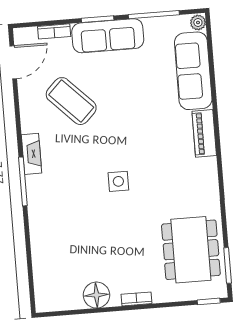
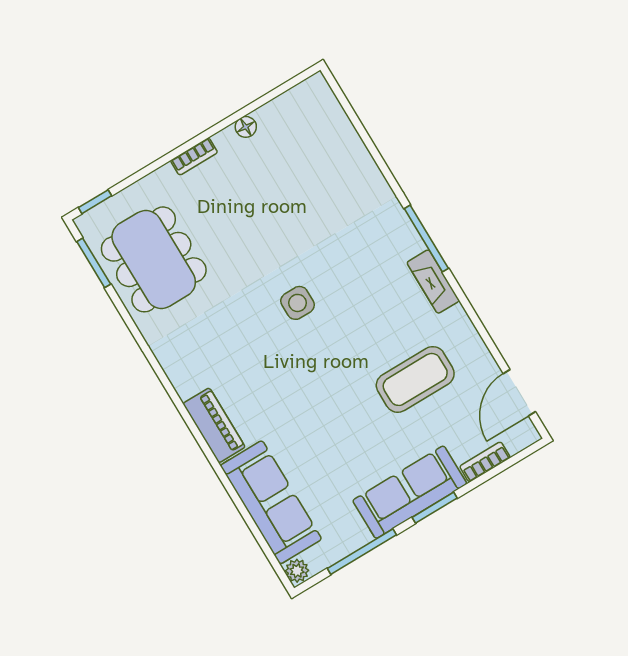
coffee table: (71, 101) -> (415, 379), turned -45
floor lamp: (96, 295) -> (246, 127), width x0.53, depth x0.53

